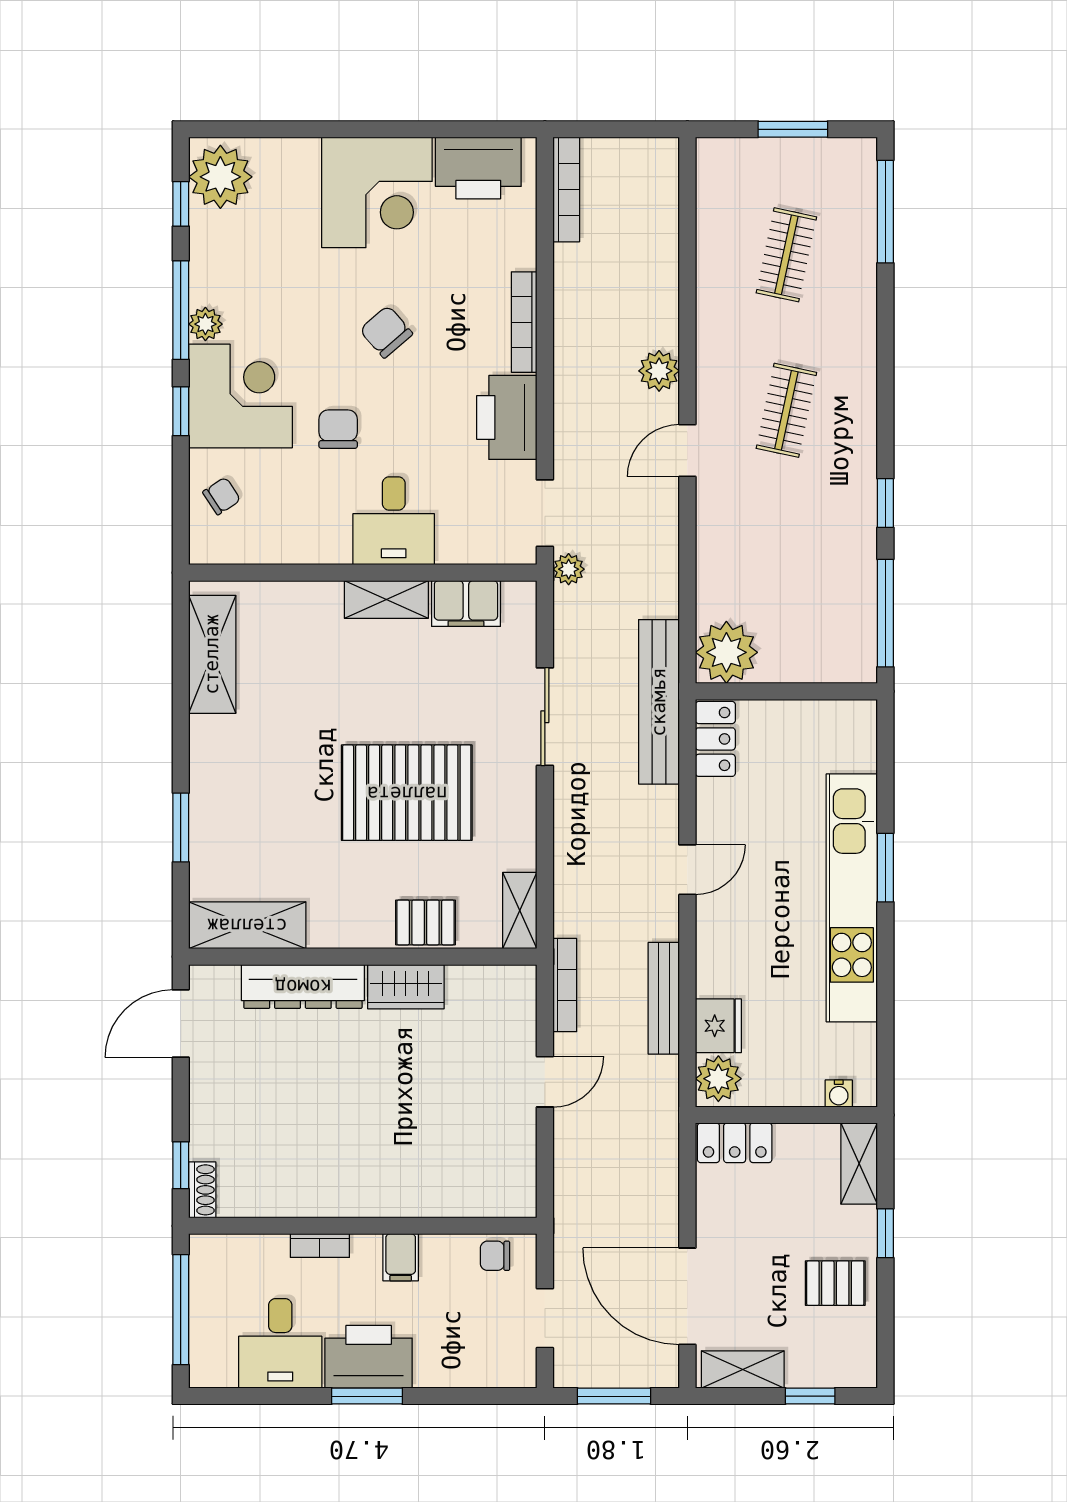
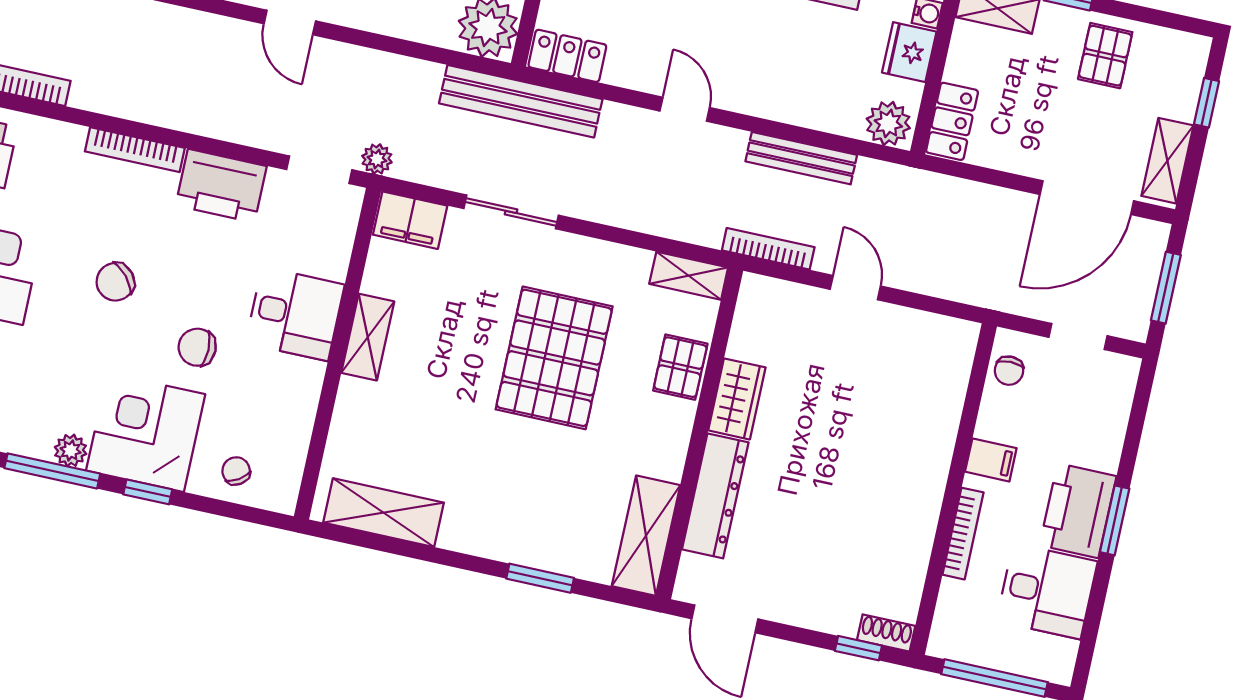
plant: (659, 371) -> (209, 33), removed
filing cabinet: (466, 604) -> (410, 220), moved, turned 90
fridge: (718, 1026) -> (909, 52), moved, turned -90
bookcase: (320, 1246) -> (963, 534), width x1.56

